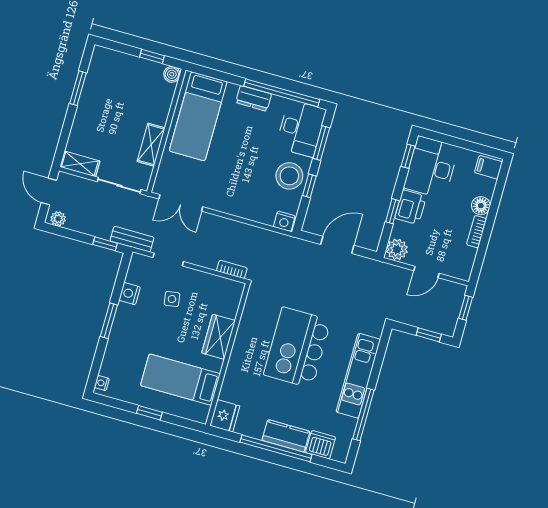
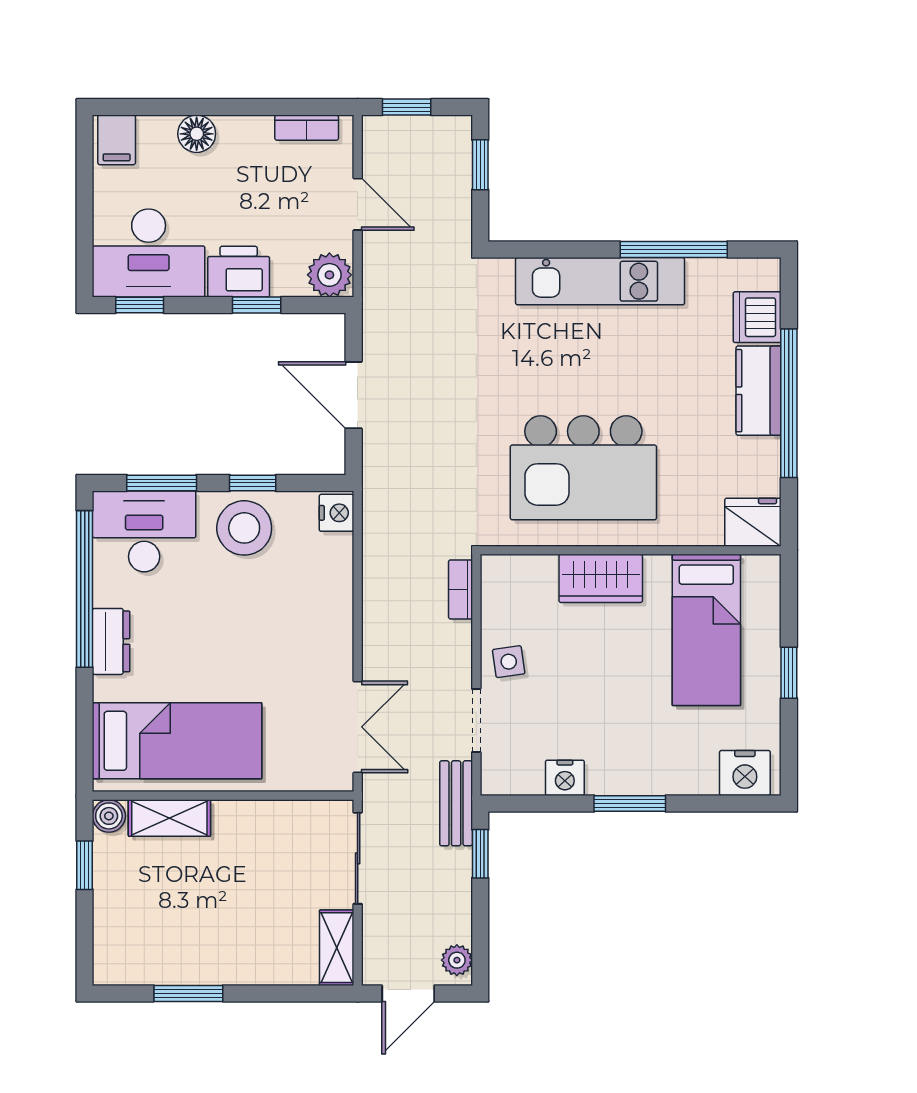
shelving: (151, 145) -> (169, 818), moved
bookcase: (477, 232) -> (307, 128), moved
side table: (172, 299) -> (509, 662), moved
kitchen island: (297, 348) -> (583, 468), moved
nightstand: (102, 383) -> (745, 773), width x1.89, depth x1.79

